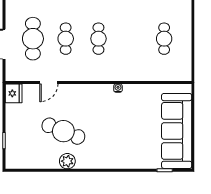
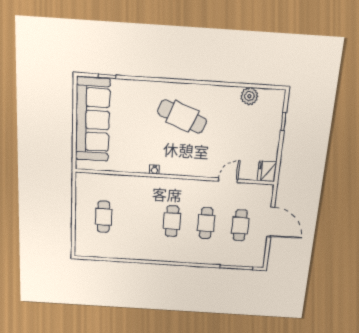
cafe table: (33, 39) -> (240, 225), width x0.73, depth x0.74
cafe table: (63, 131) -> (182, 117), moved
plant: (67, 161) -> (249, 96), moved

